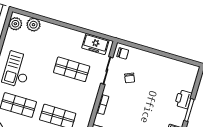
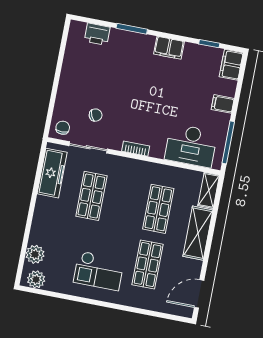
freezer: (95, 44) -> (52, 173), width x1.40
printer: (183, 99) -> (97, 34), moved

